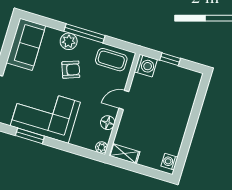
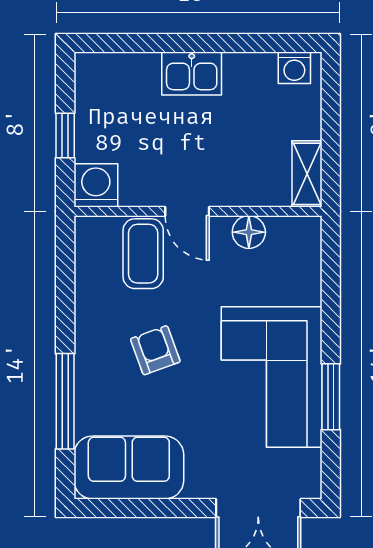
window: (84, 33) -> (65, 401), moved
plant: (69, 41) -> (94, 374), removed
coffee table: (111, 60) -> (143, 254), moved
kitchen sink: (180, 119) -> (192, 73), added
plant: (101, 147) -> (308, 229), removed

